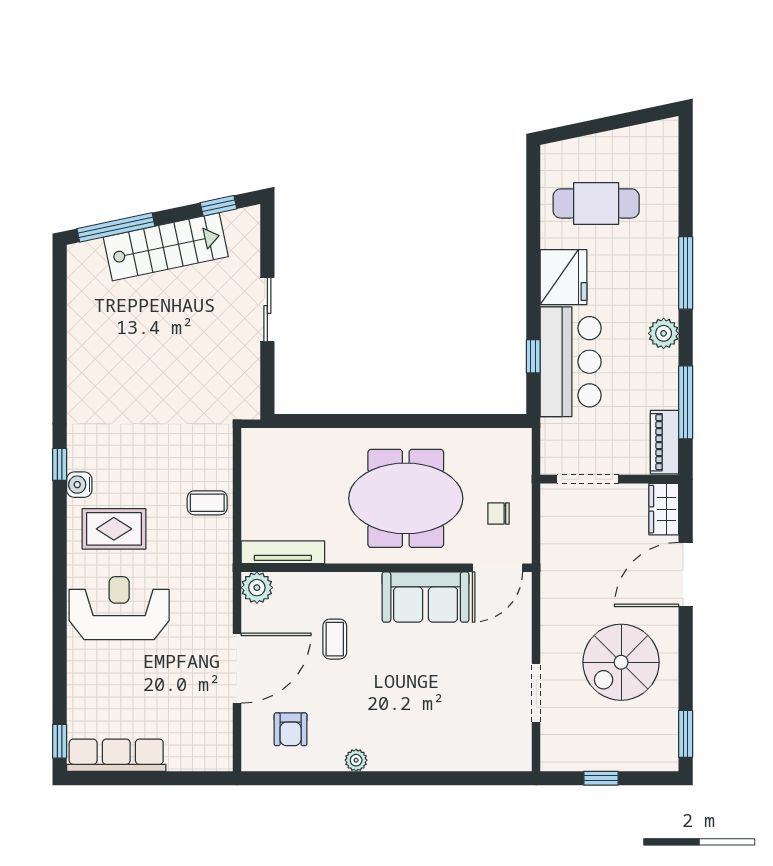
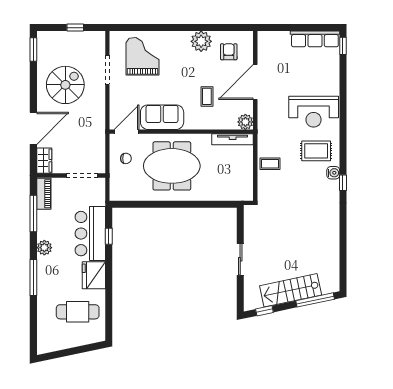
grand piano: (465, 720) -> (143, 56), added
plant: (356, 760) -> (201, 41), width x1.87, depth x1.87

